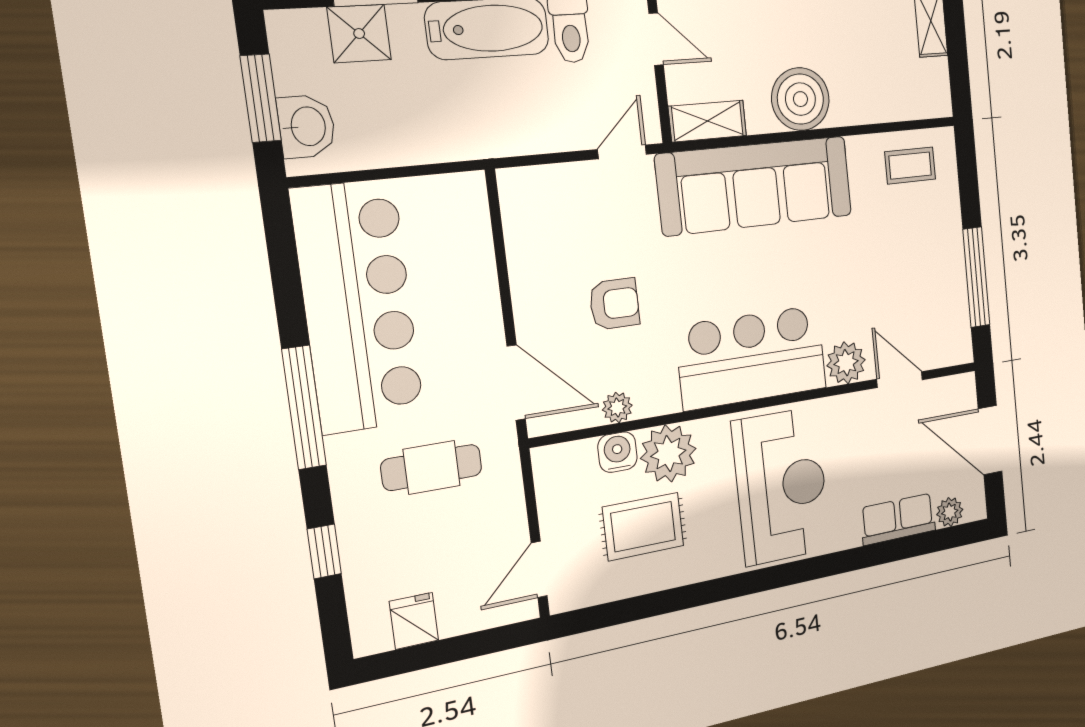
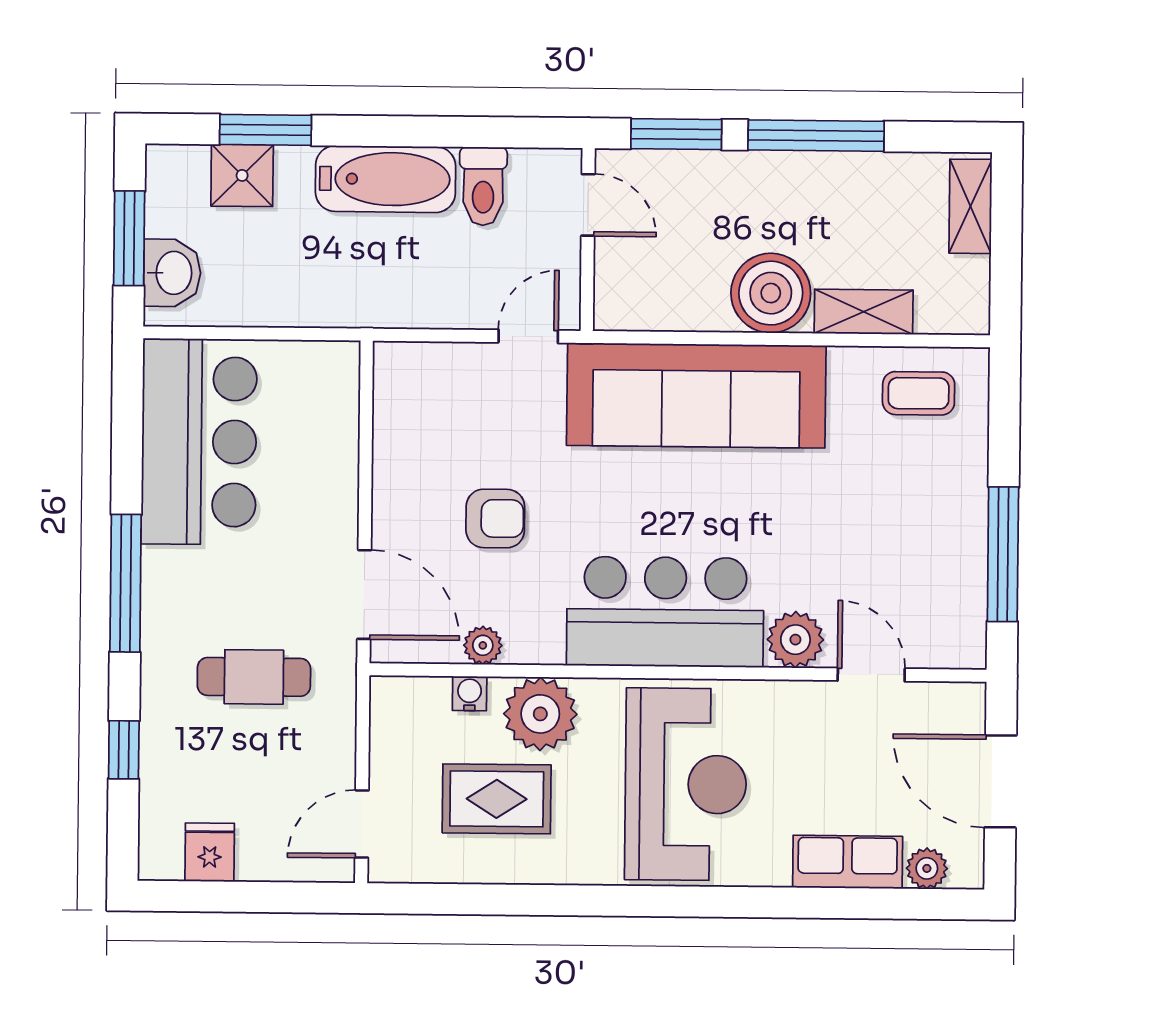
shelving: (708, 121) -> (864, 312), moved
bar counter: (358, 306) -> (199, 442), width x0.73
water cooler: (618, 452) -> (470, 694), width x0.72, depth x0.72

